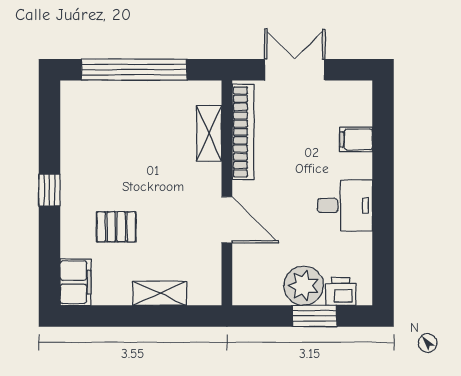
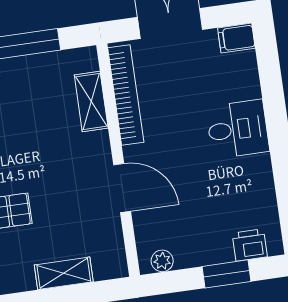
filing cabinet: (356, 139) -> (236, 38), moved
desk: (345, 205) -> (238, 129), moved
plant: (304, 286) -> (162, 261), moved, width x0.53, depth x0.53

